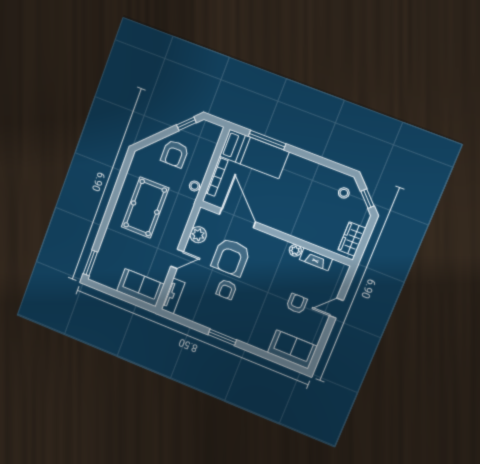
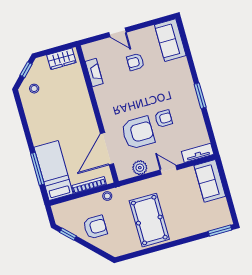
pool table: (145, 208) -> (149, 220), turned 90
plant: (295, 250) -> (99, 91), removed

